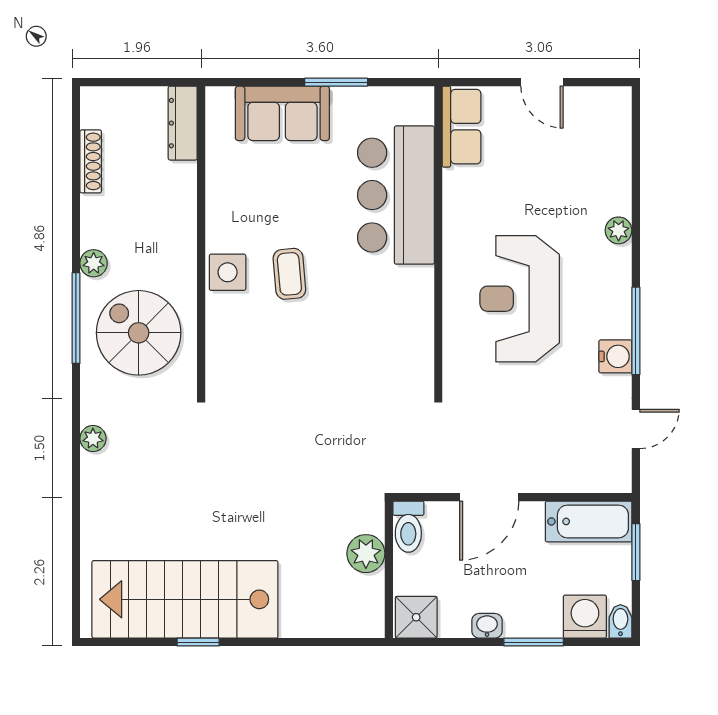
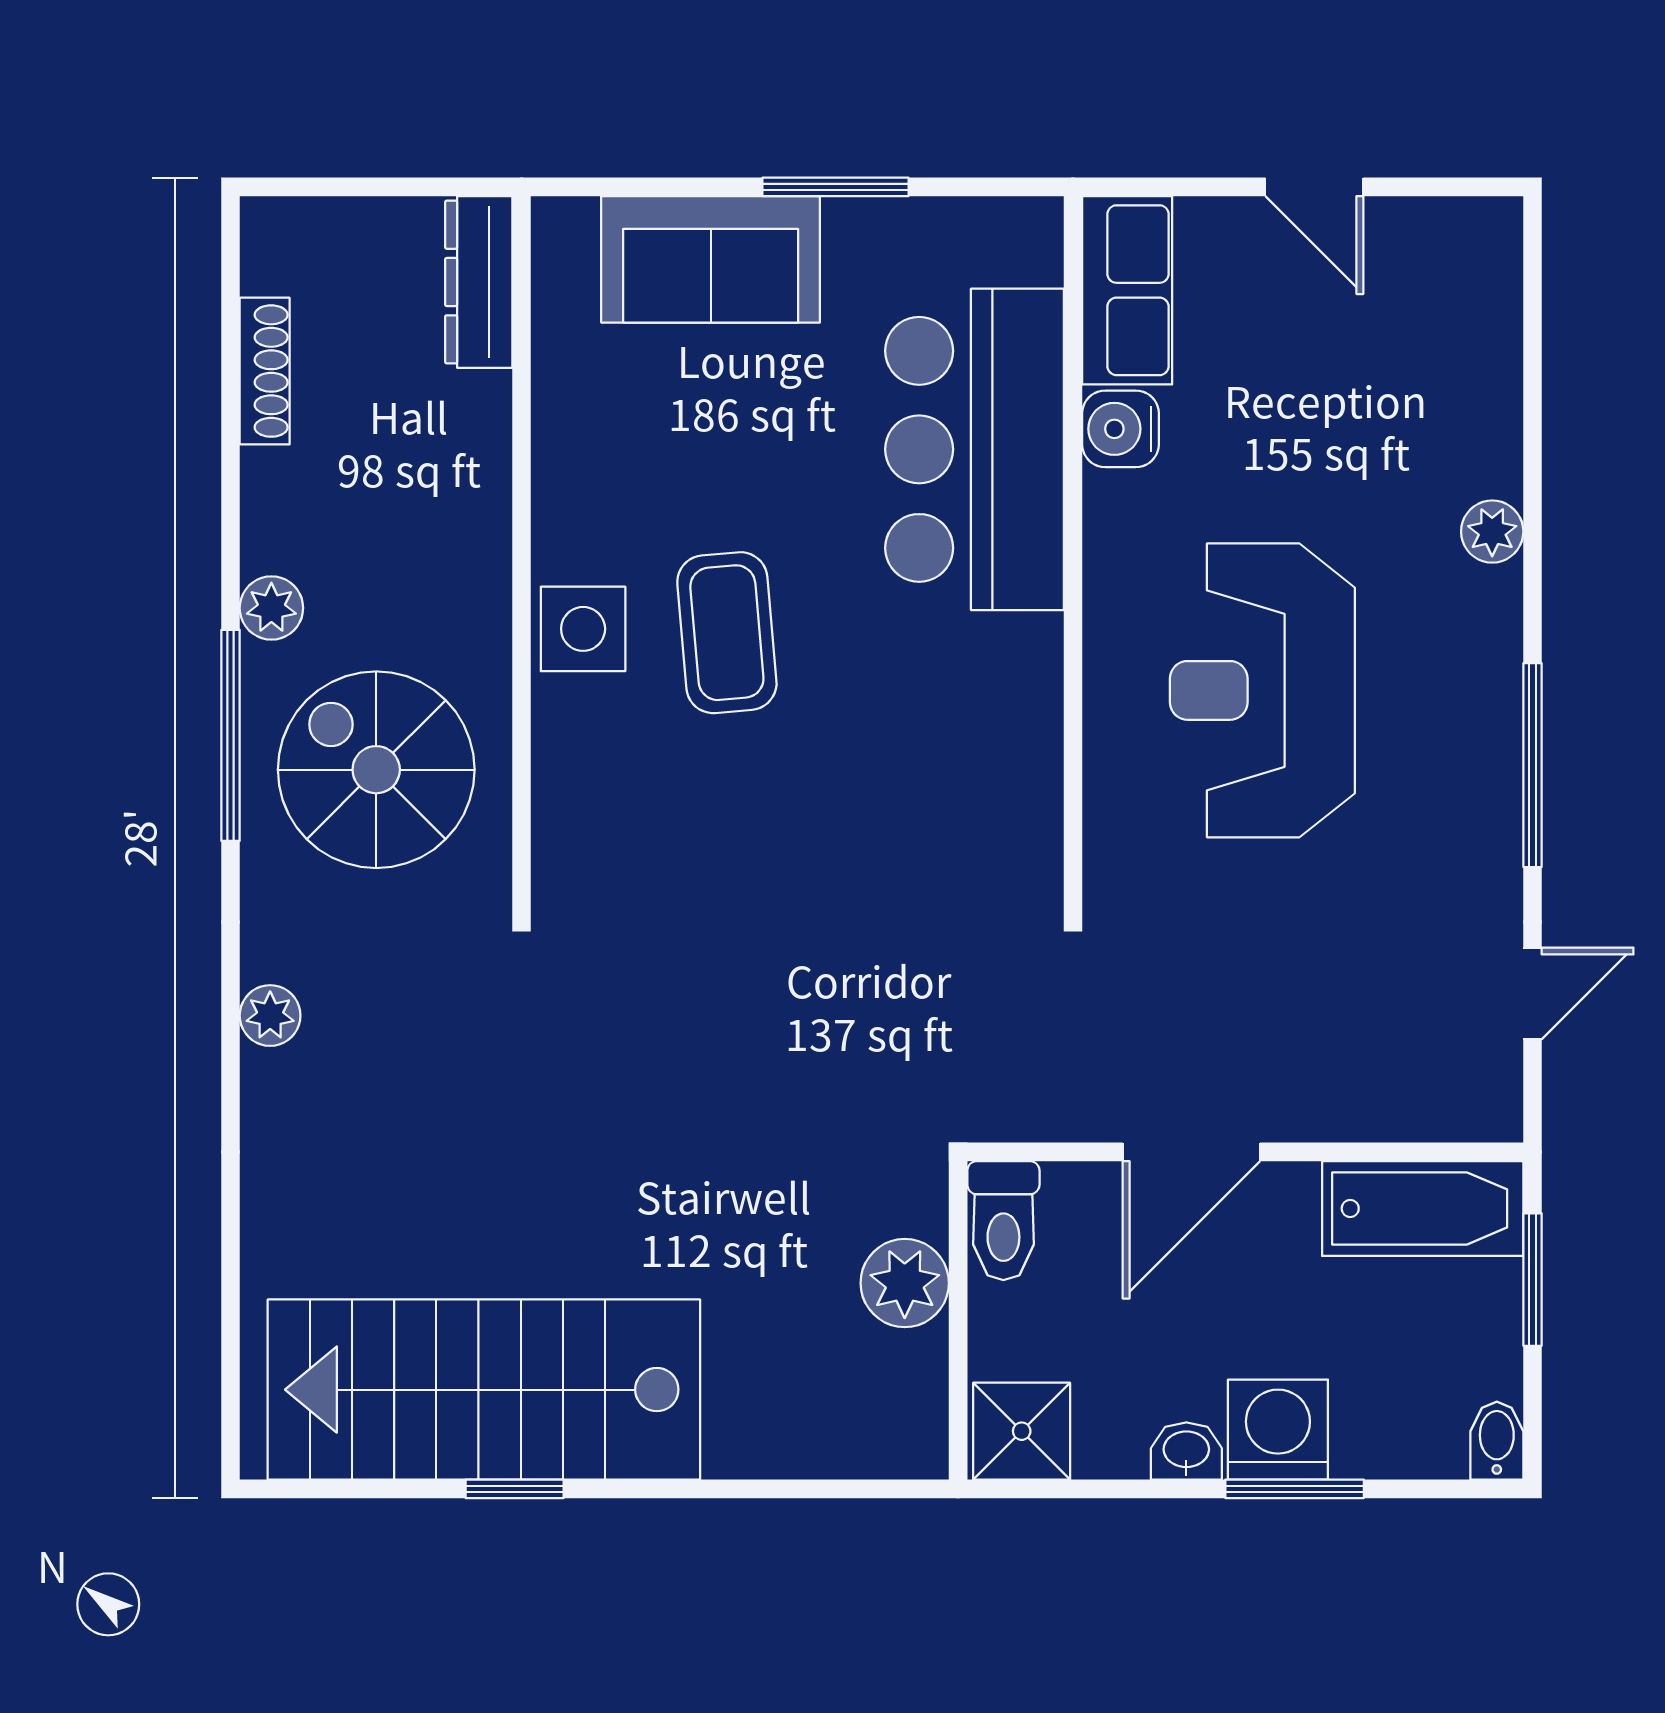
coffee table: (289, 274) -> (727, 633), width x1.36, depth x1.30
water cooler: (615, 356) -> (1121, 429), moved, turned 180
washing machine: (585, 617) -> (1278, 1430), moved

